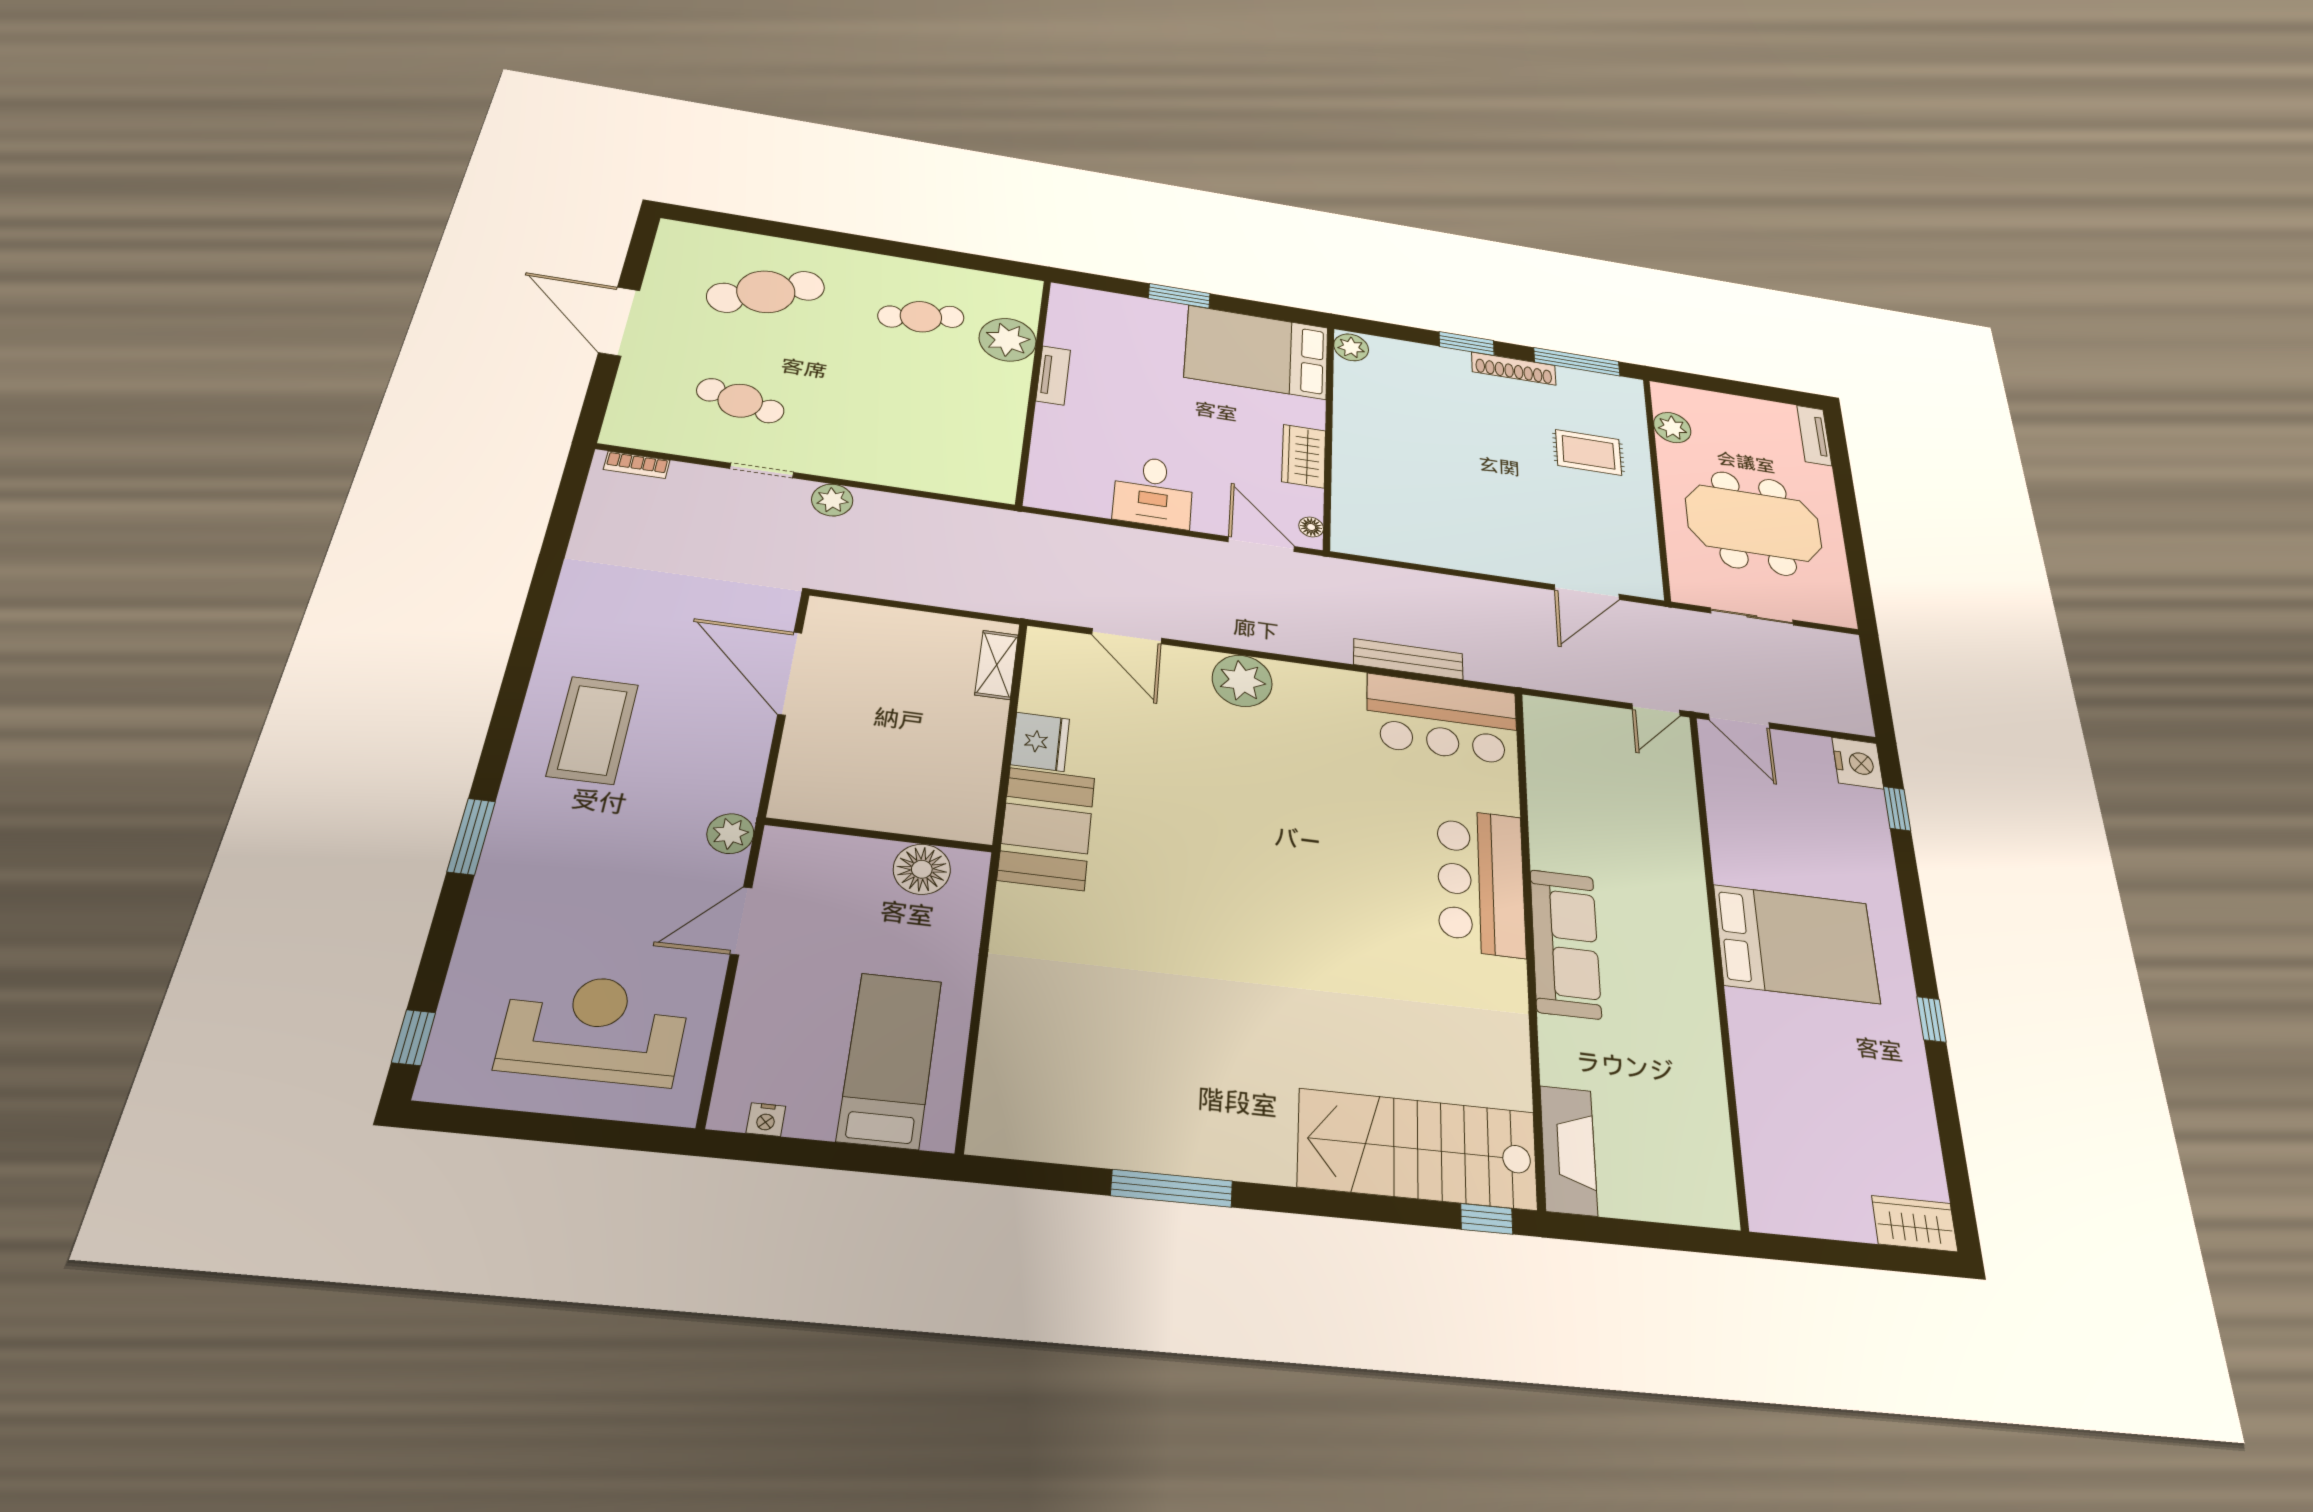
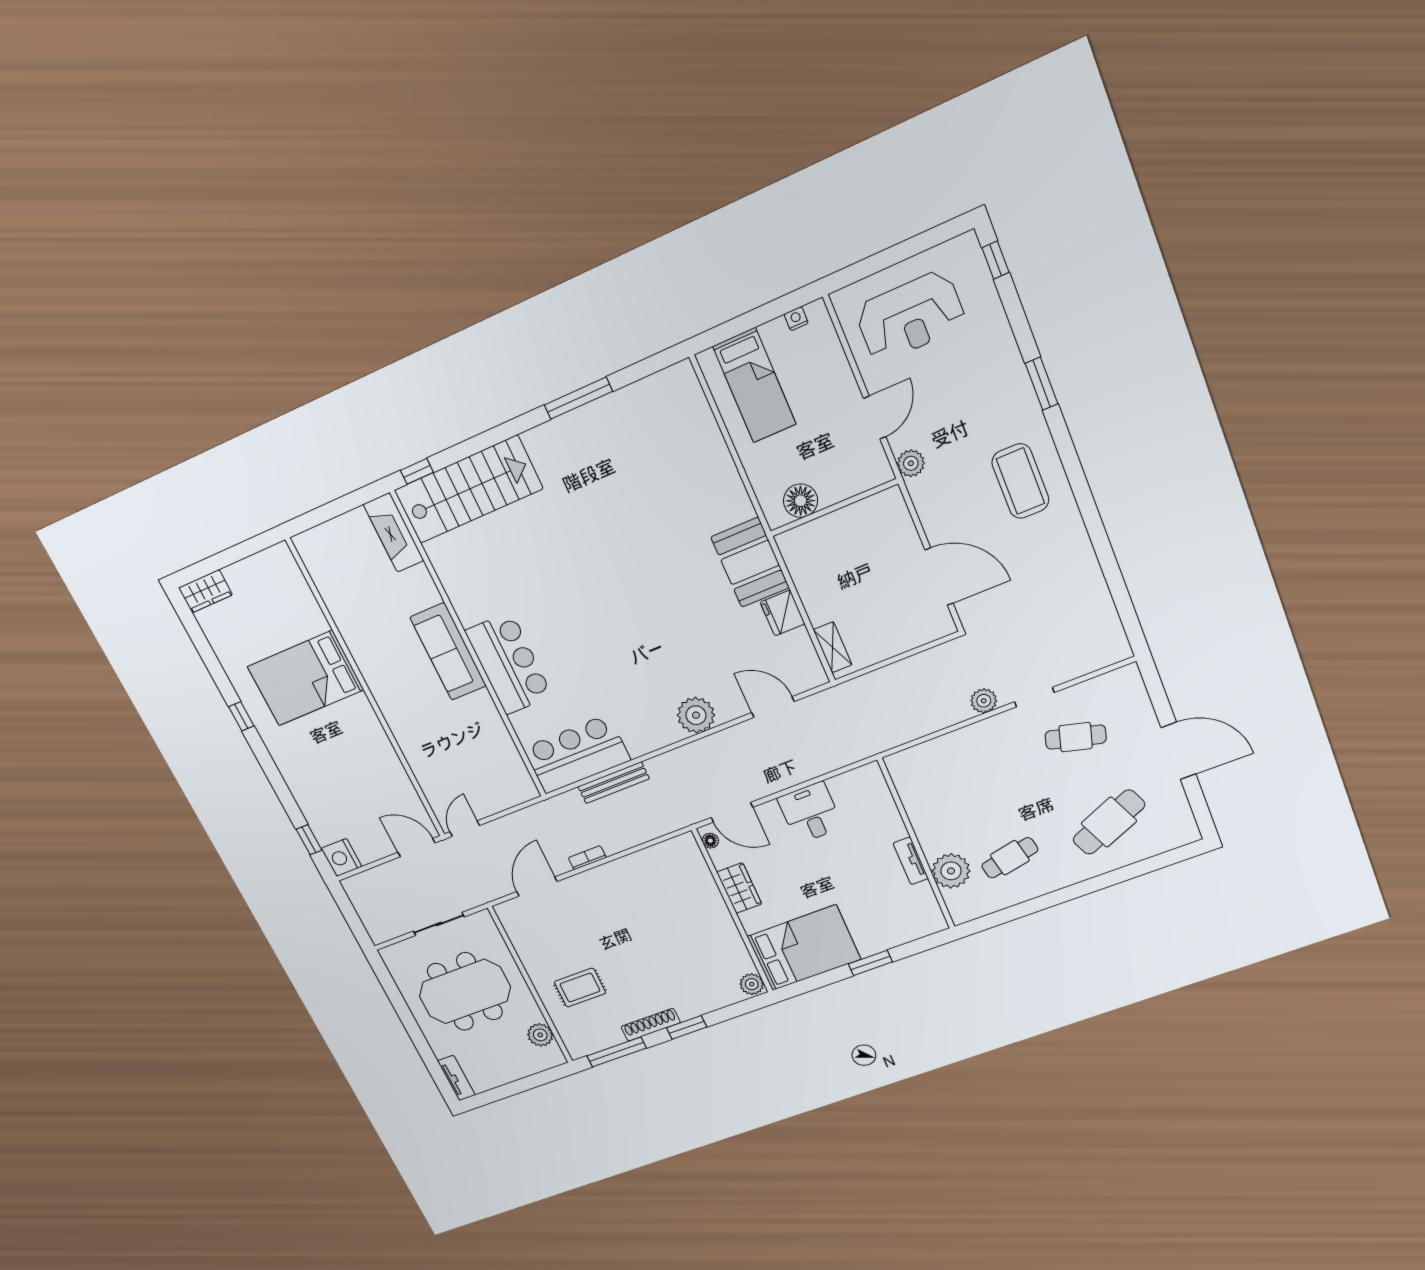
bookcase: (637, 465) -> (587, 858), moved
bed: (1796, 944) -> (306, 678), moved

